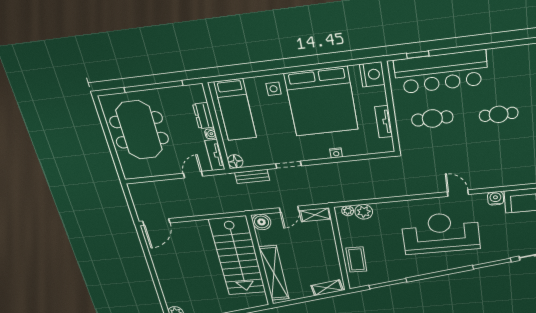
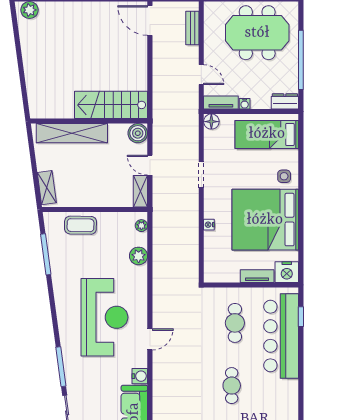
dresser: (203, 116) -> (285, 101), moved
tv unit: (384, 122) -> (257, 276), moved
bench: (252, 176) -> (192, 28), moved
plant: (364, 212) -> (139, 256), moved
stairs: (237, 256) -> (111, 105), width x0.73, depth x0.66

